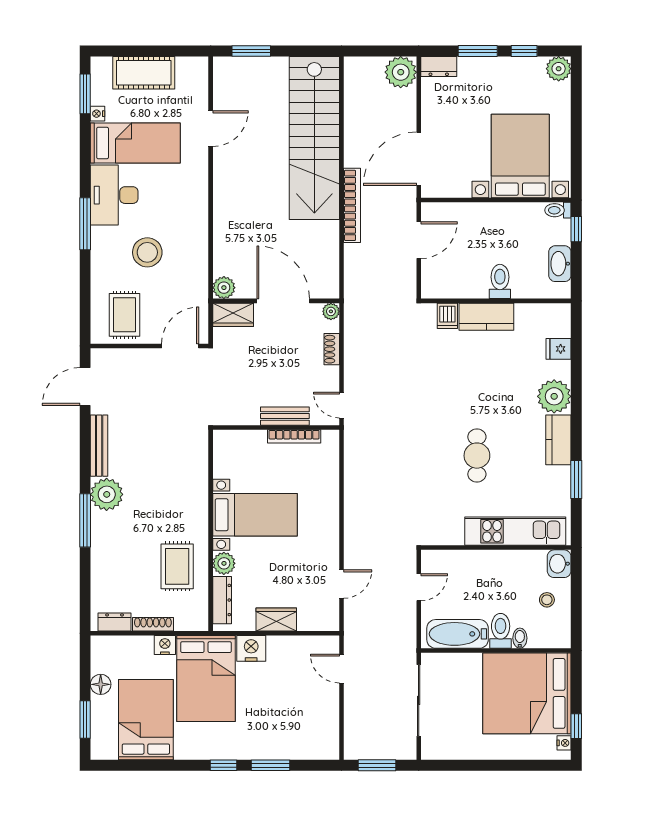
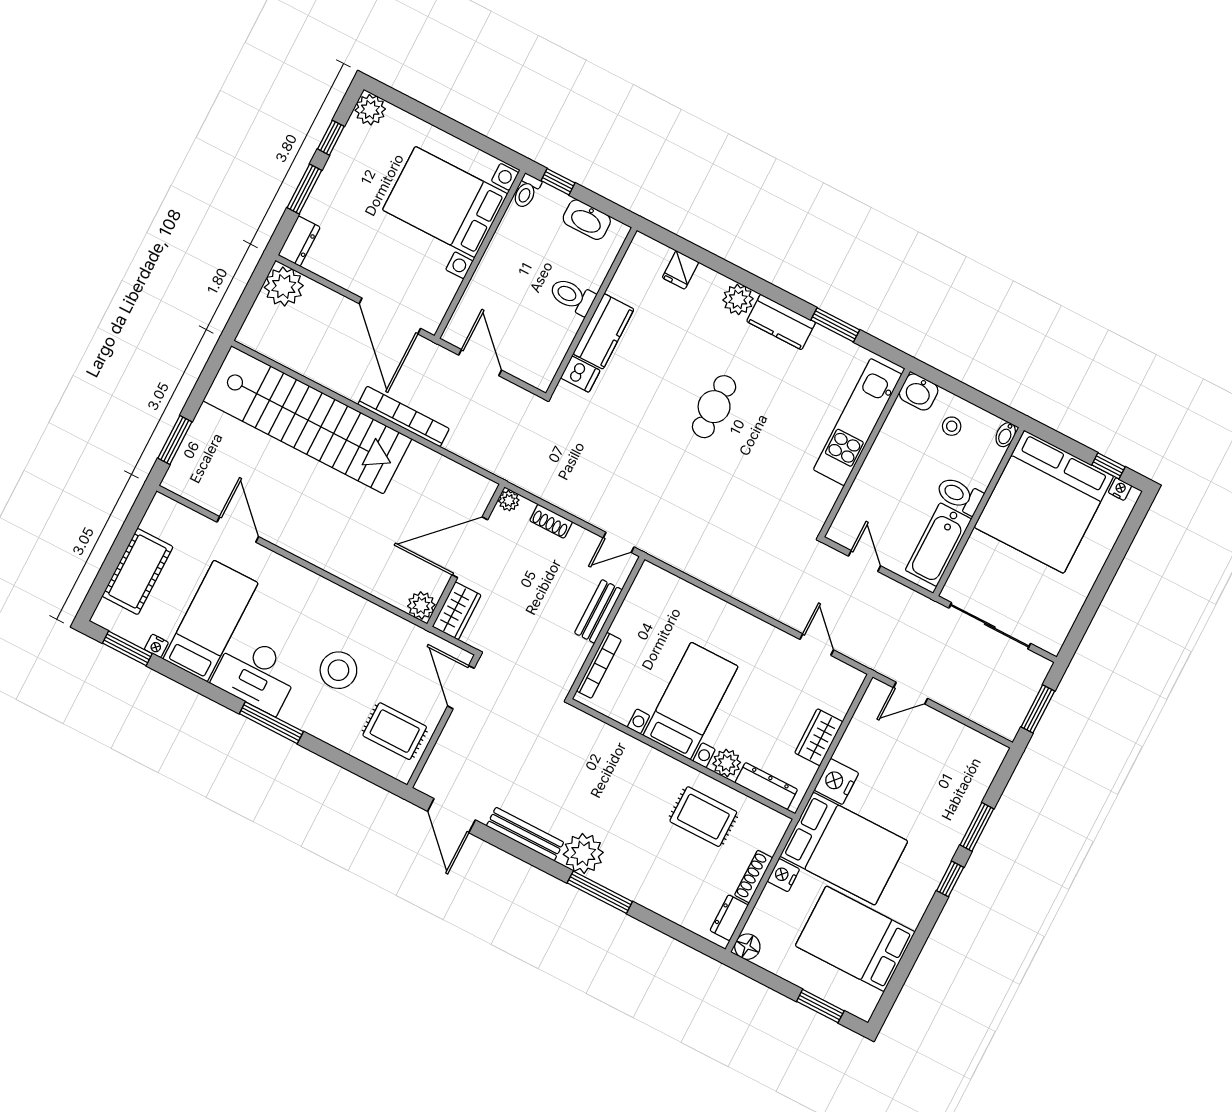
plant: (554, 396) -> (738, 299), width x0.73, depth x0.73
bookcase: (294, 436) -> (599, 665), moved
cafe table: (477, 456) -> (714, 407), moved, turned 90
bidet: (520, 638) -> (1006, 435), moved, turned -90
floor lamp: (101, 684) -> (747, 947), moved

